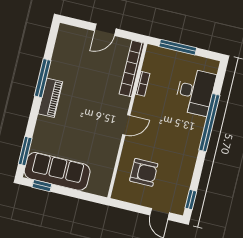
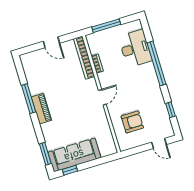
door: (105, 30) -> (51, 42), hinge flipped
window: (191, 200) -> (170, 110), moved

